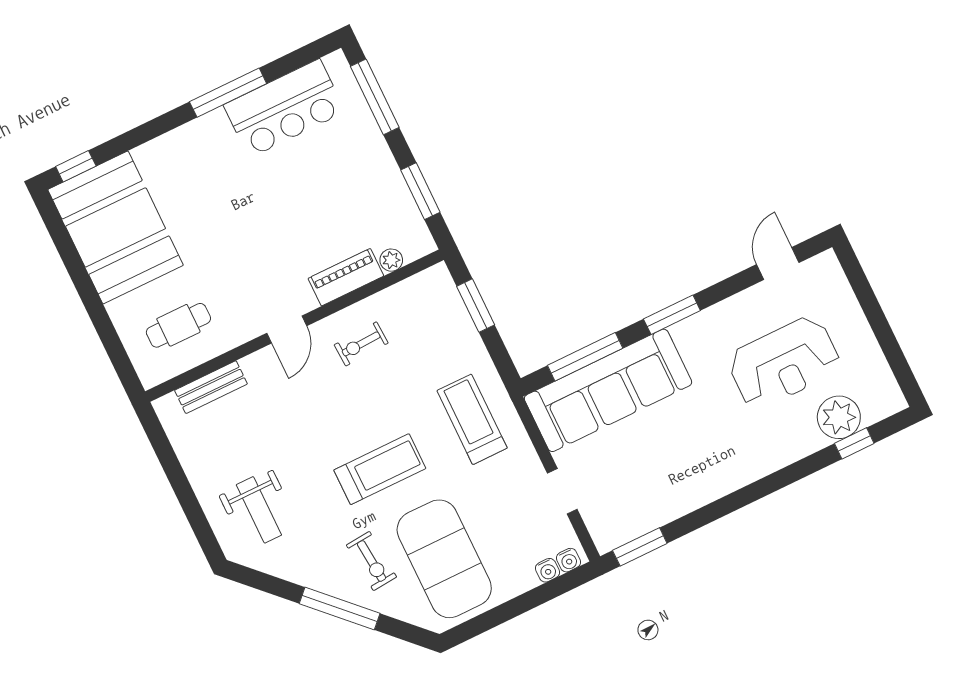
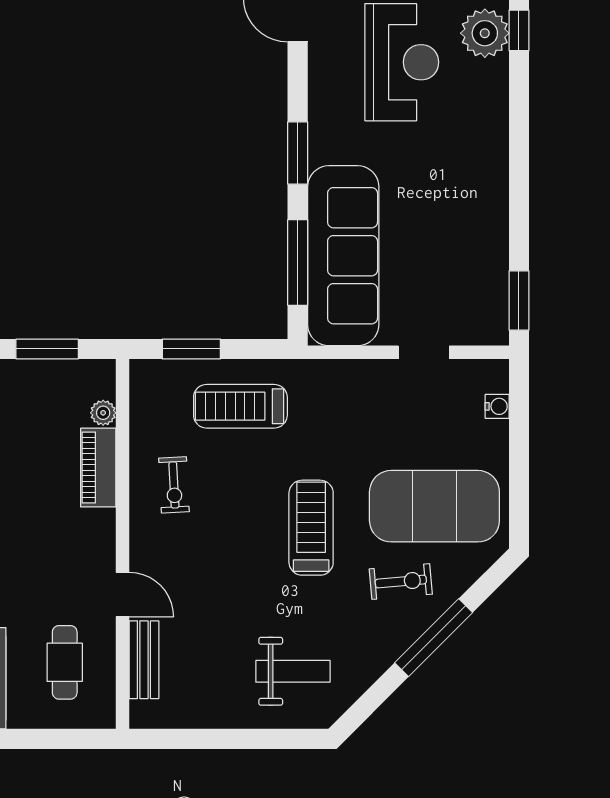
door: (287, 329) -> (122, 595), moved
treadmill: (472, 419) -> (240, 406), moved
water cooler: (568, 560) -> (497, 380), removed

